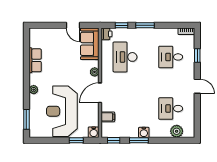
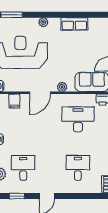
window: (197, 56) -> (17, 196), moved
door: (100, 93) -> (40, 93), swing flipped

